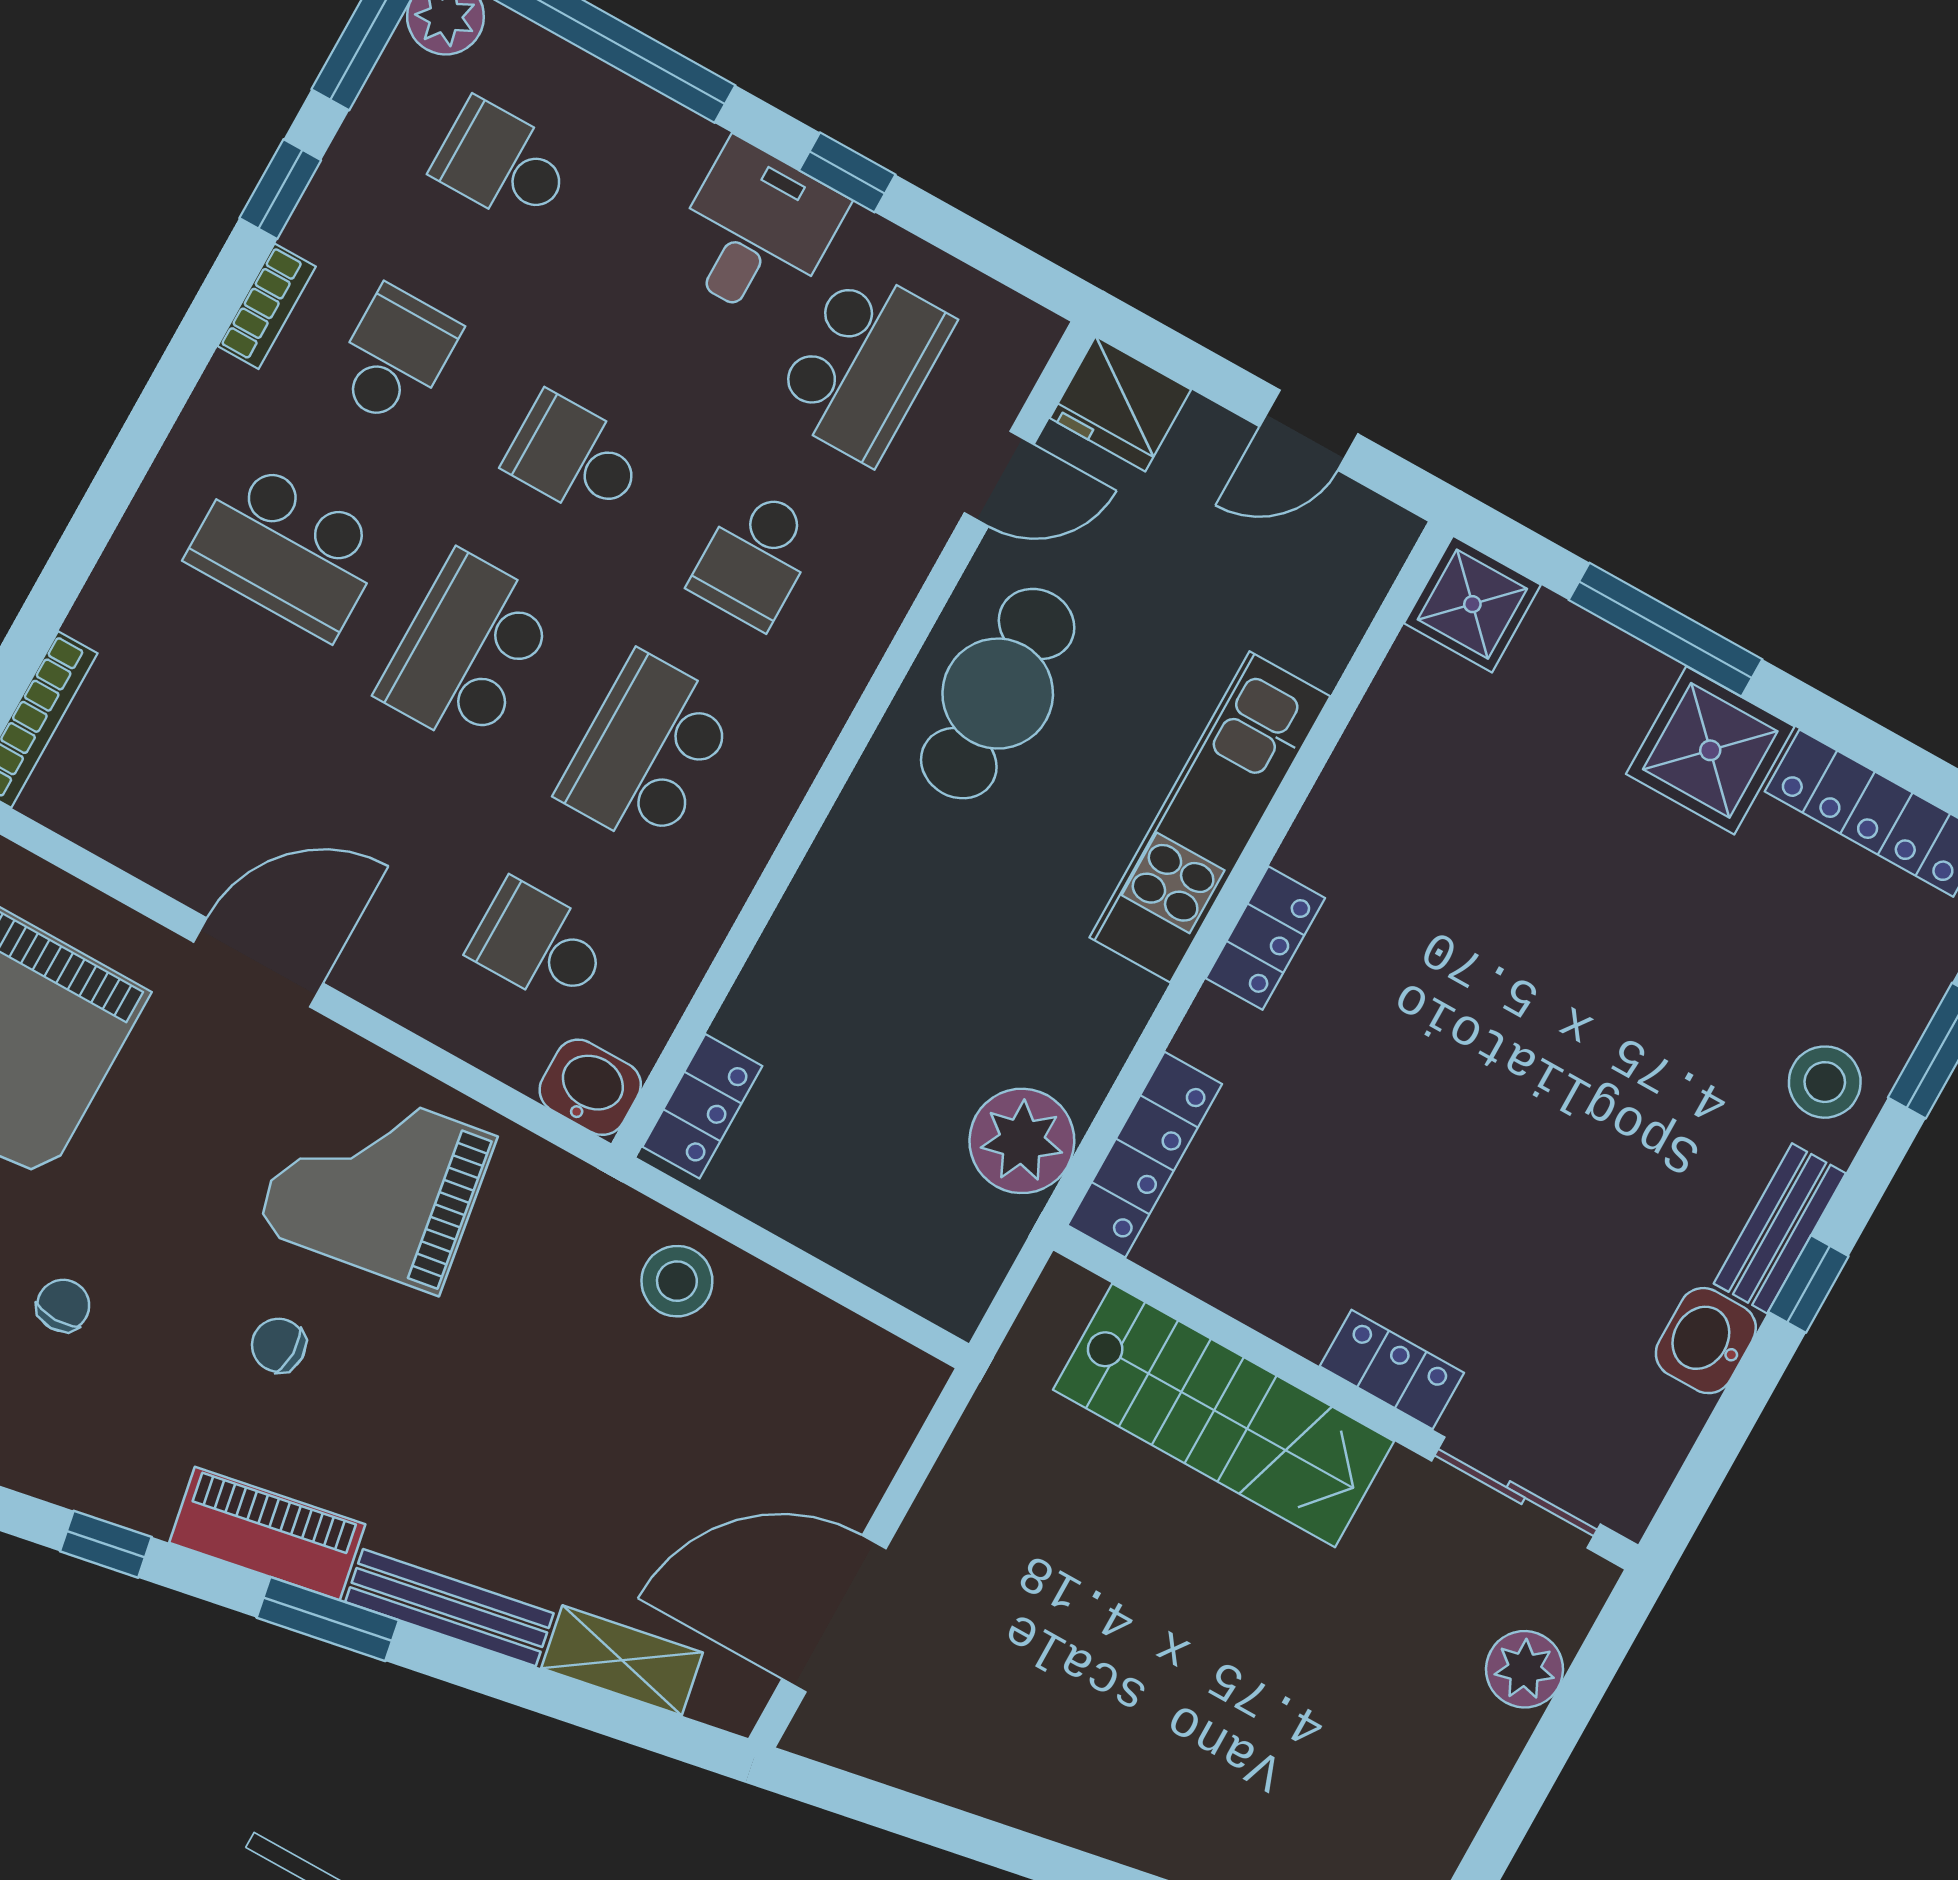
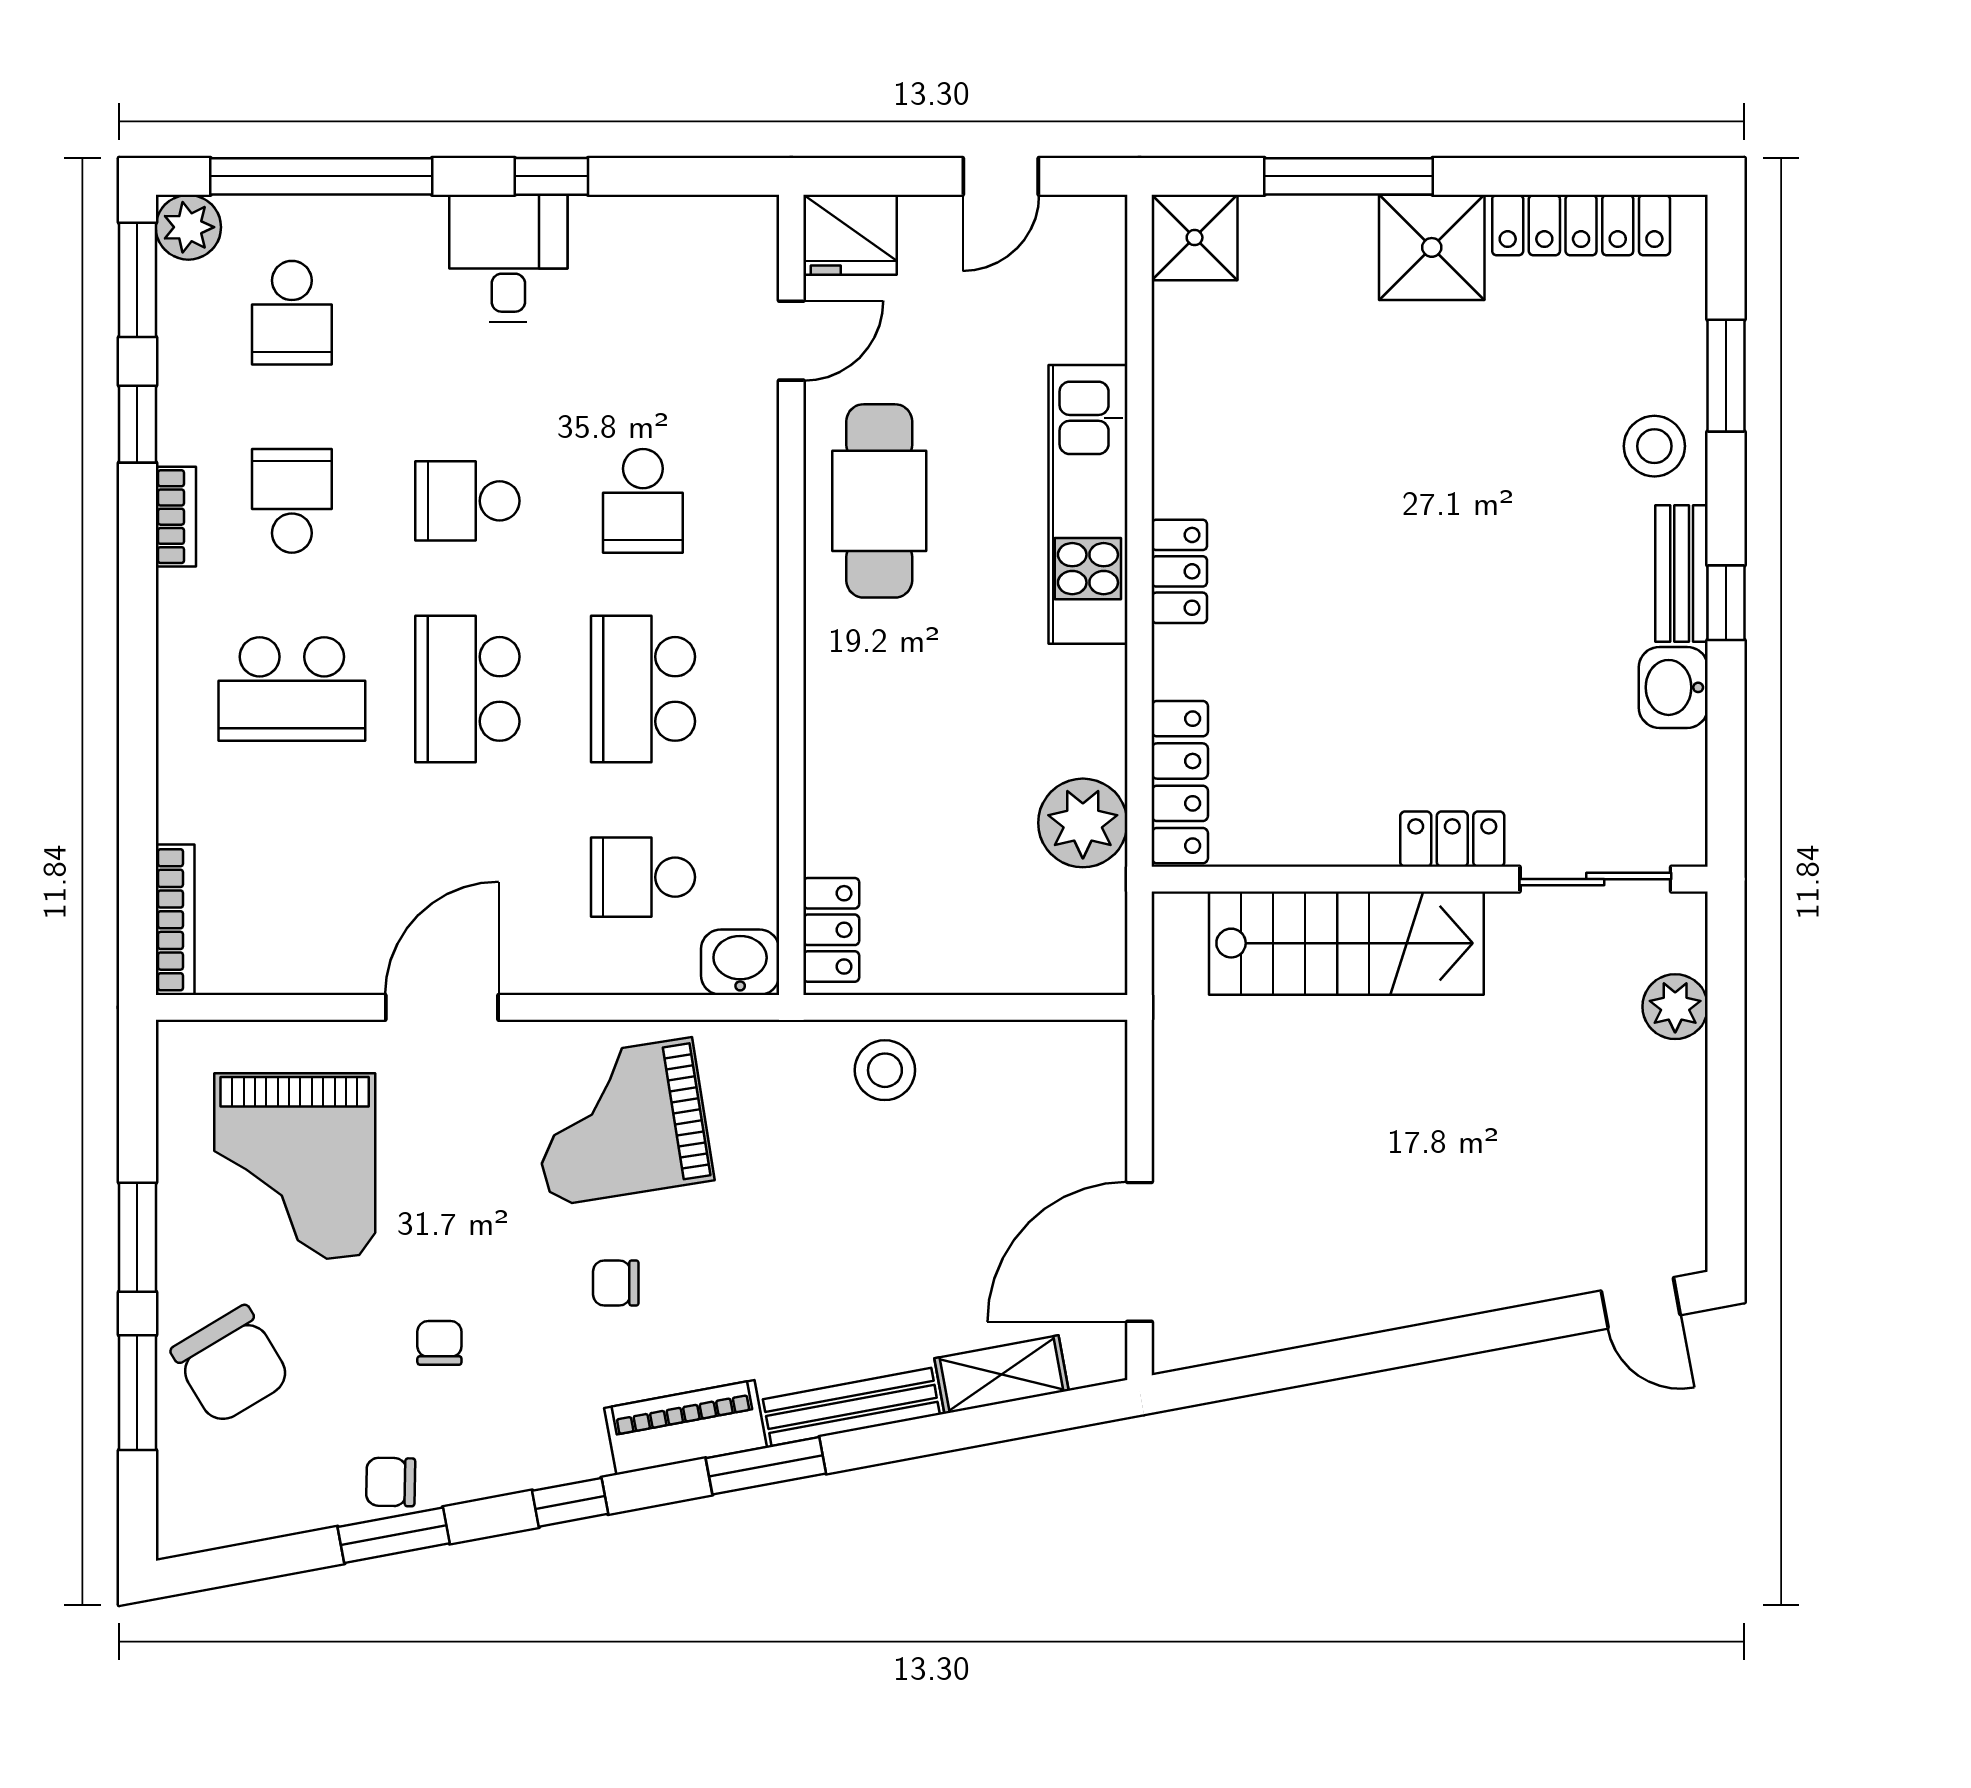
school desk: (503, 163) -> (292, 313), turned -90
school desk: (863, 365) -> (643, 313), removed

